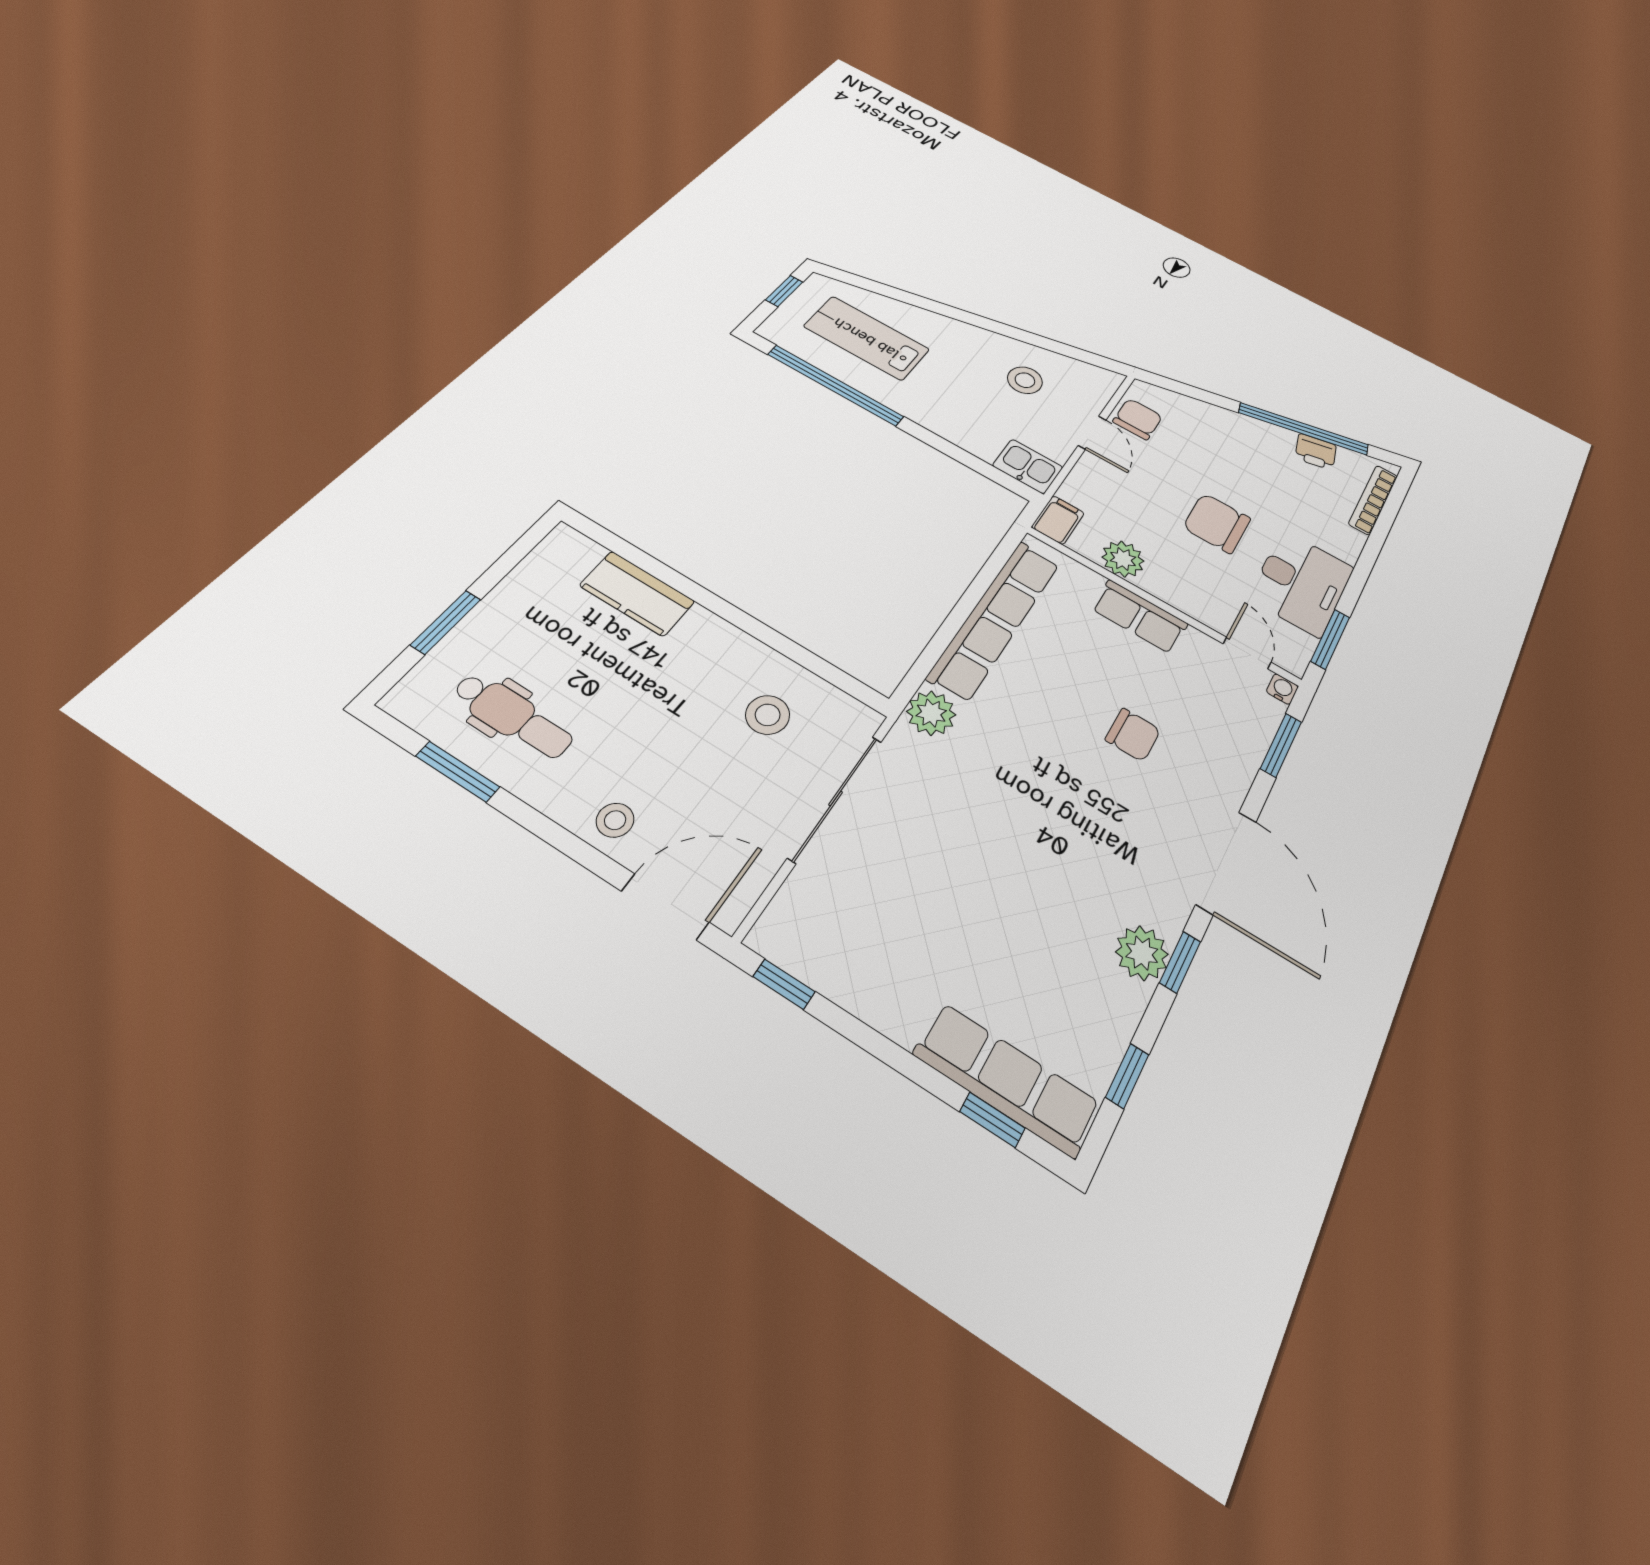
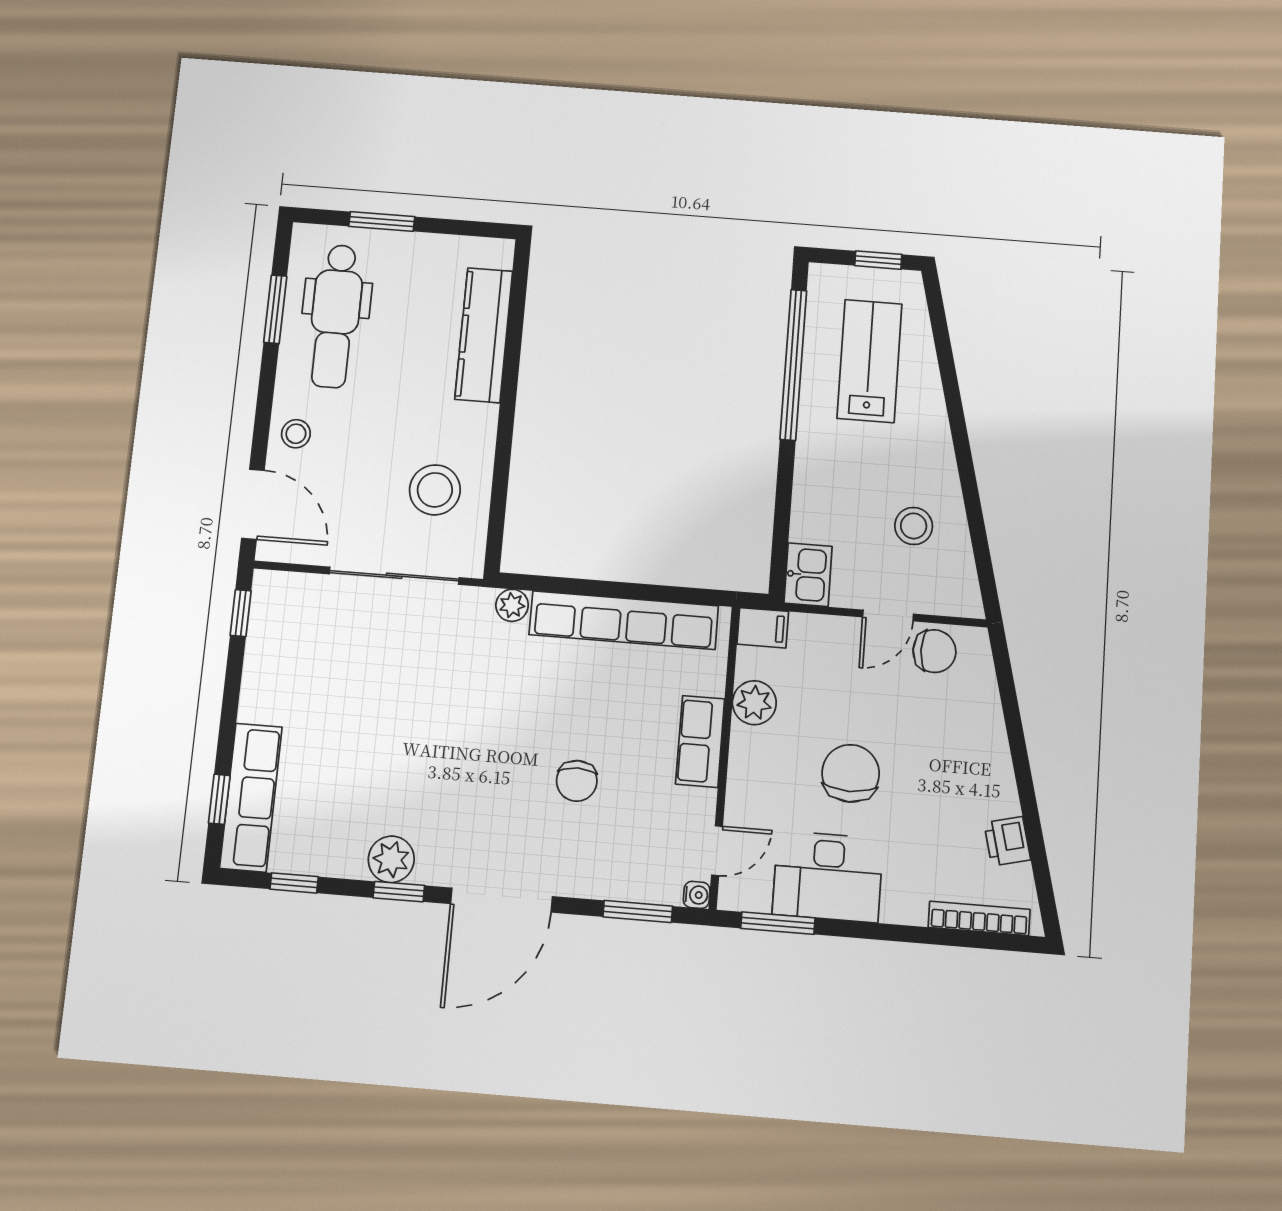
window: (1303, 429) -> (1031, 819), removed
kitchen counter: (637, 593) -> (484, 335), width x1.50
plant: (931, 713) -> (512, 605), width x0.73, depth x0.73
stool: (768, 715) -> (435, 490), width x1.38, depth x1.38
dental chair: (513, 716) -> (335, 316), width x1.36, depth x1.38

